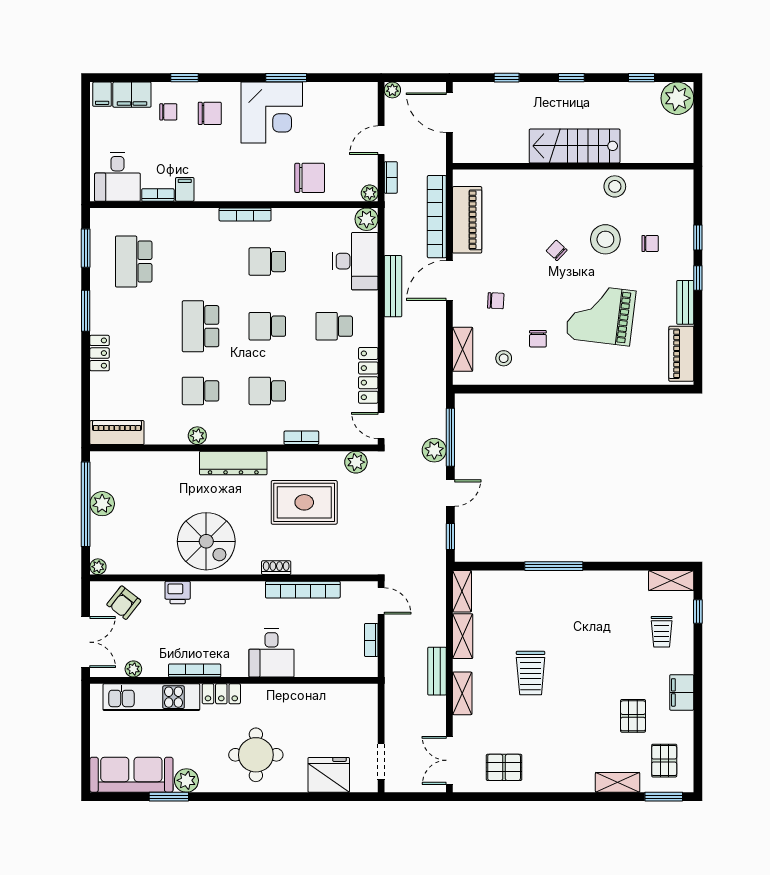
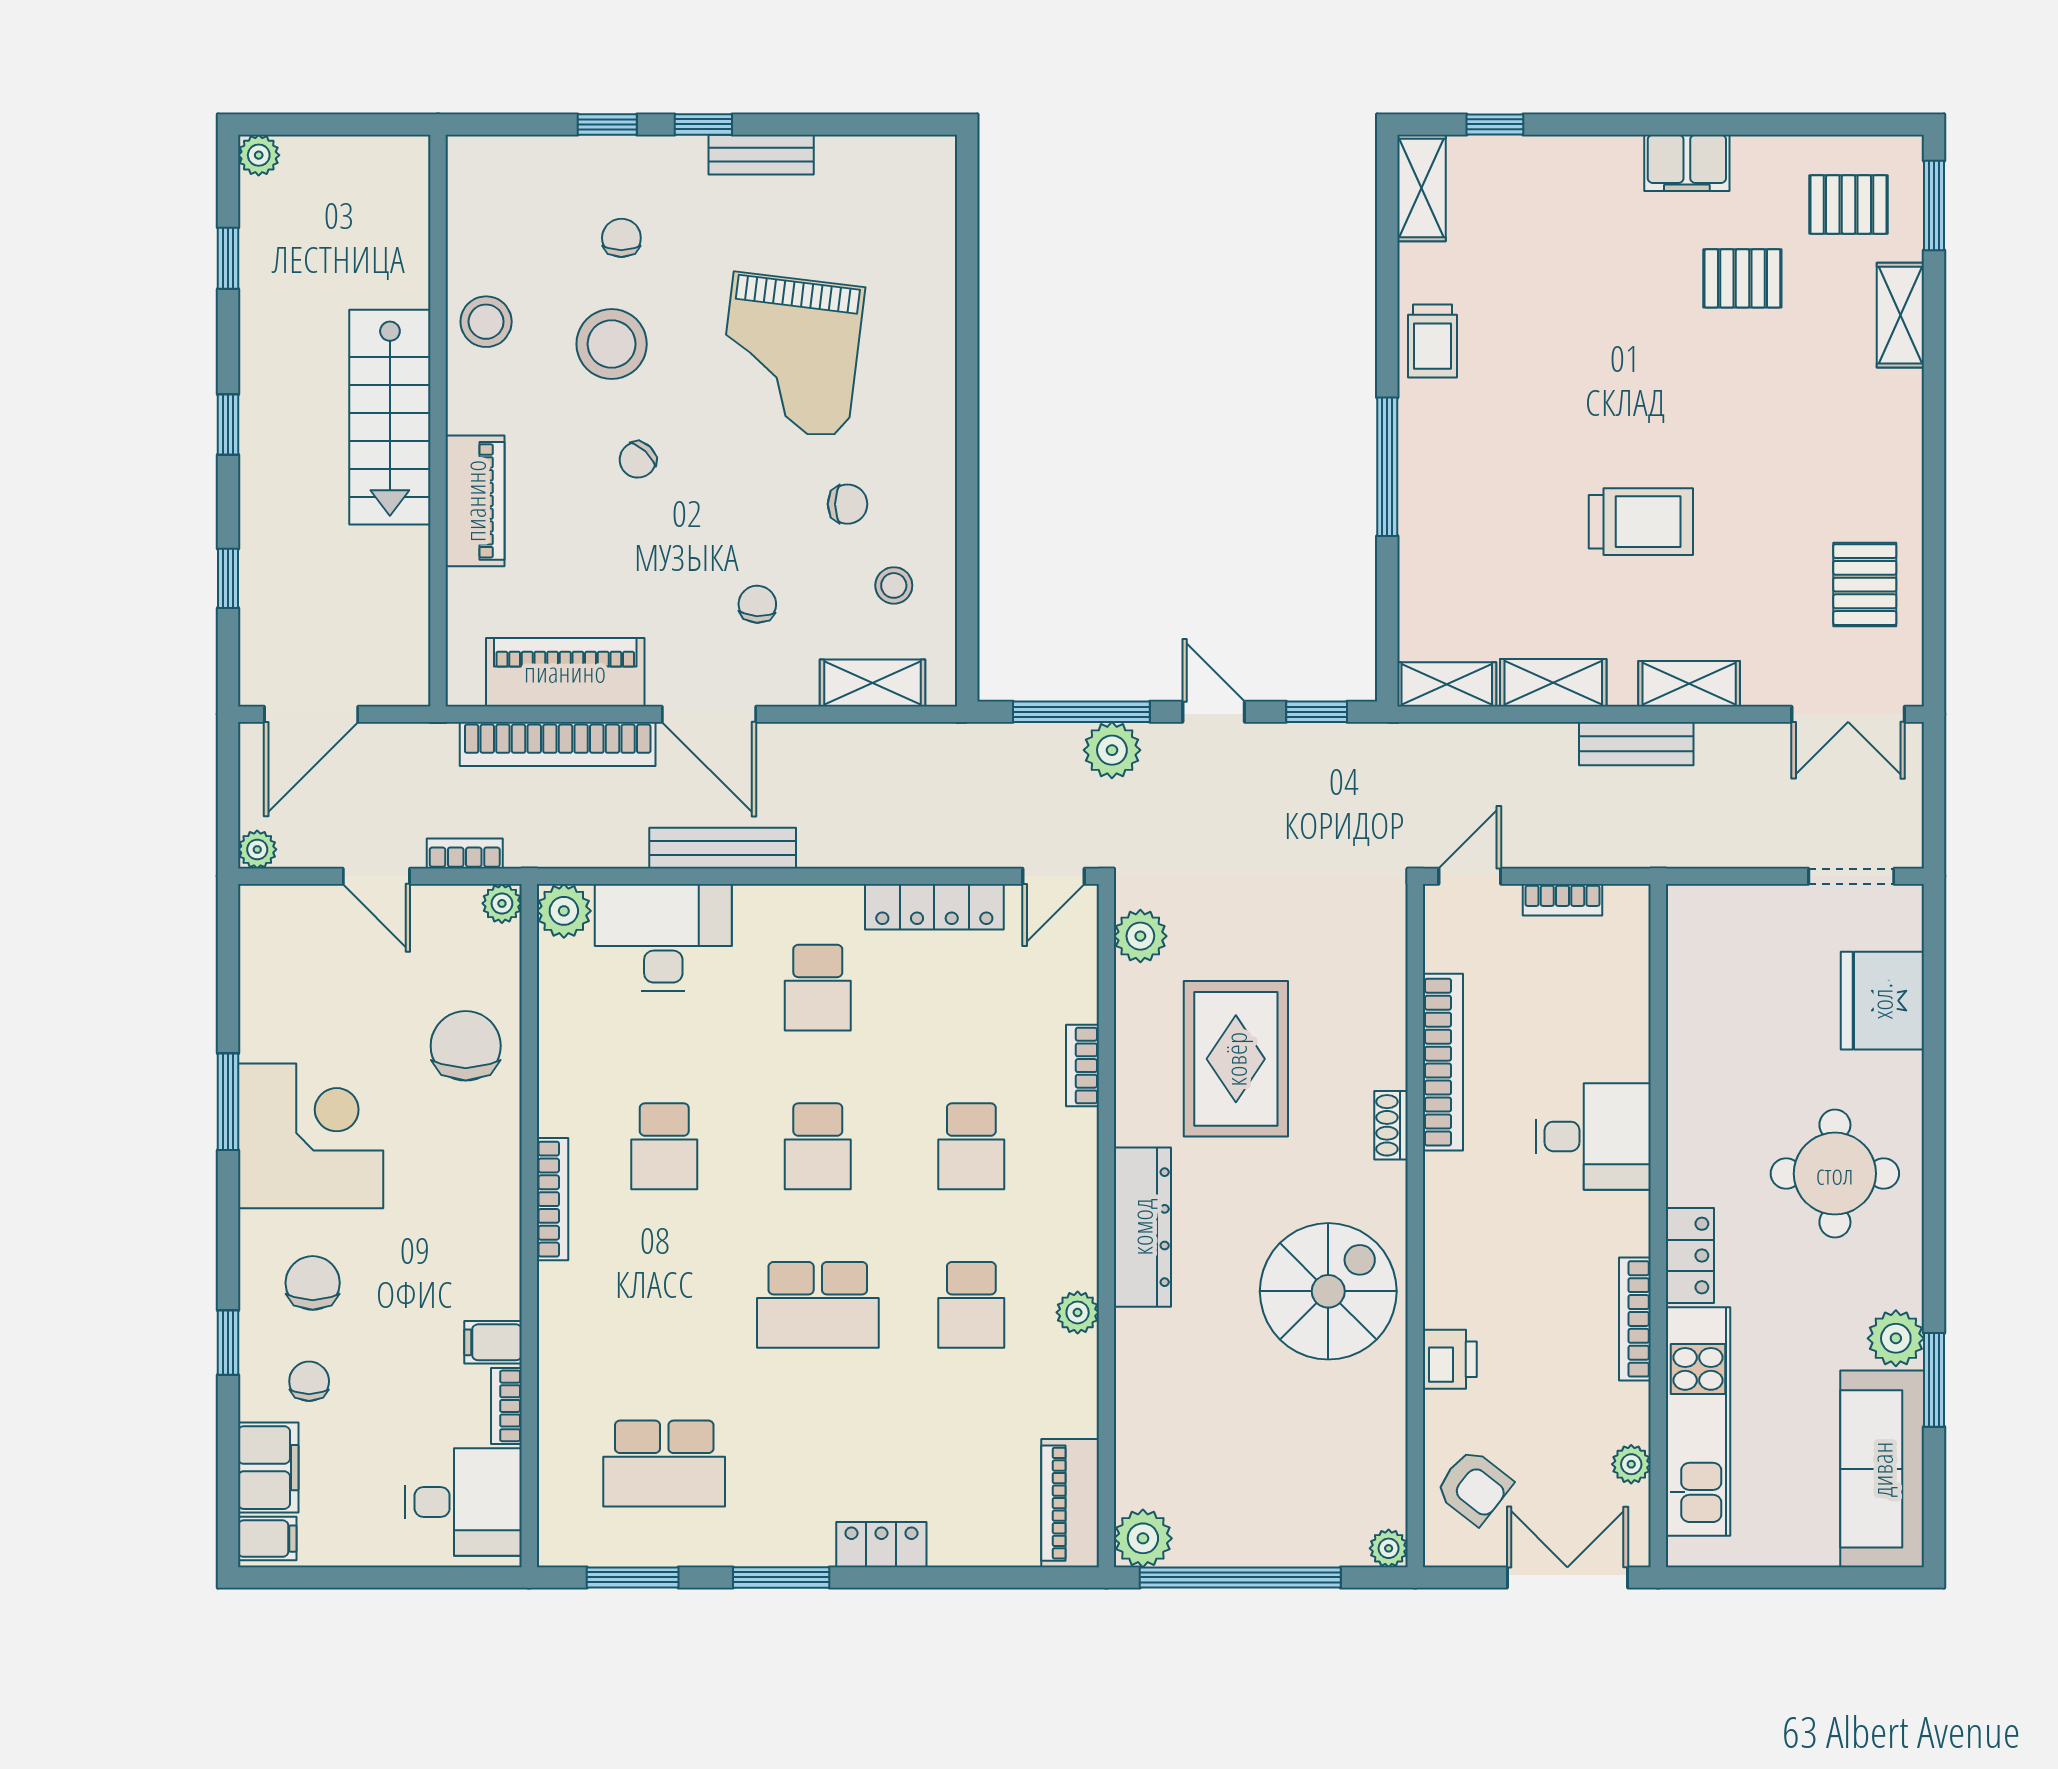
plant: (677, 98) -> (259, 155), width x0.53, depth x0.53
piano: (681, 354) -> (475, 501), moved, turned -90
plant: (102, 504) -> (1143, 1538), moved
trolley: (662, 632) -> (1433, 341), moved, turned 90

